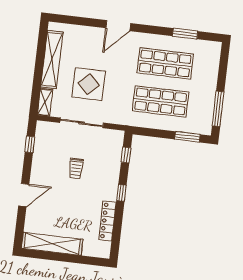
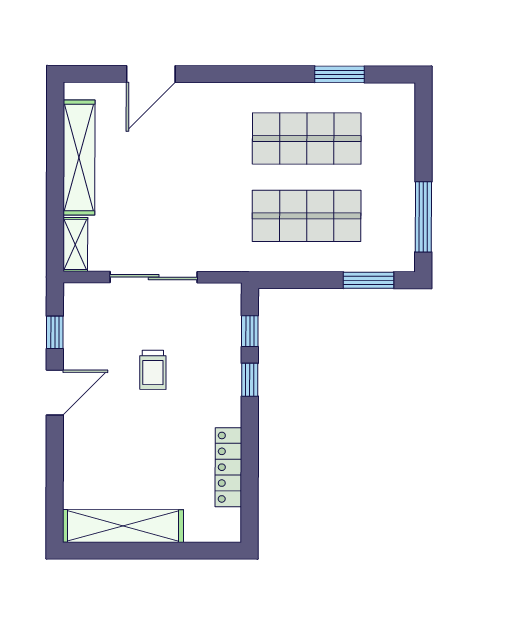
door: (118, 26) -> (151, 74), moved
display table: (89, 84) -> (159, 198), removed
window: (121, 193) -> (250, 380), moved
door: (24, 195) -> (55, 393), moved

